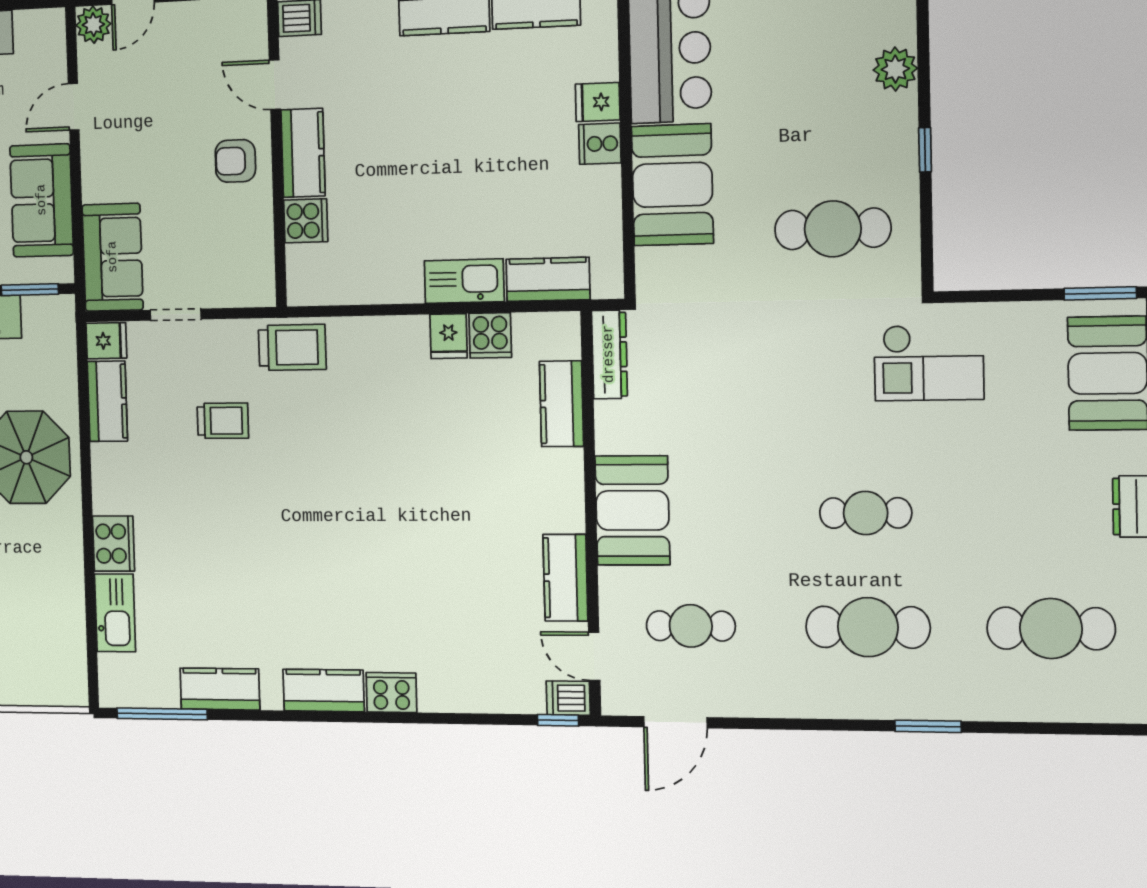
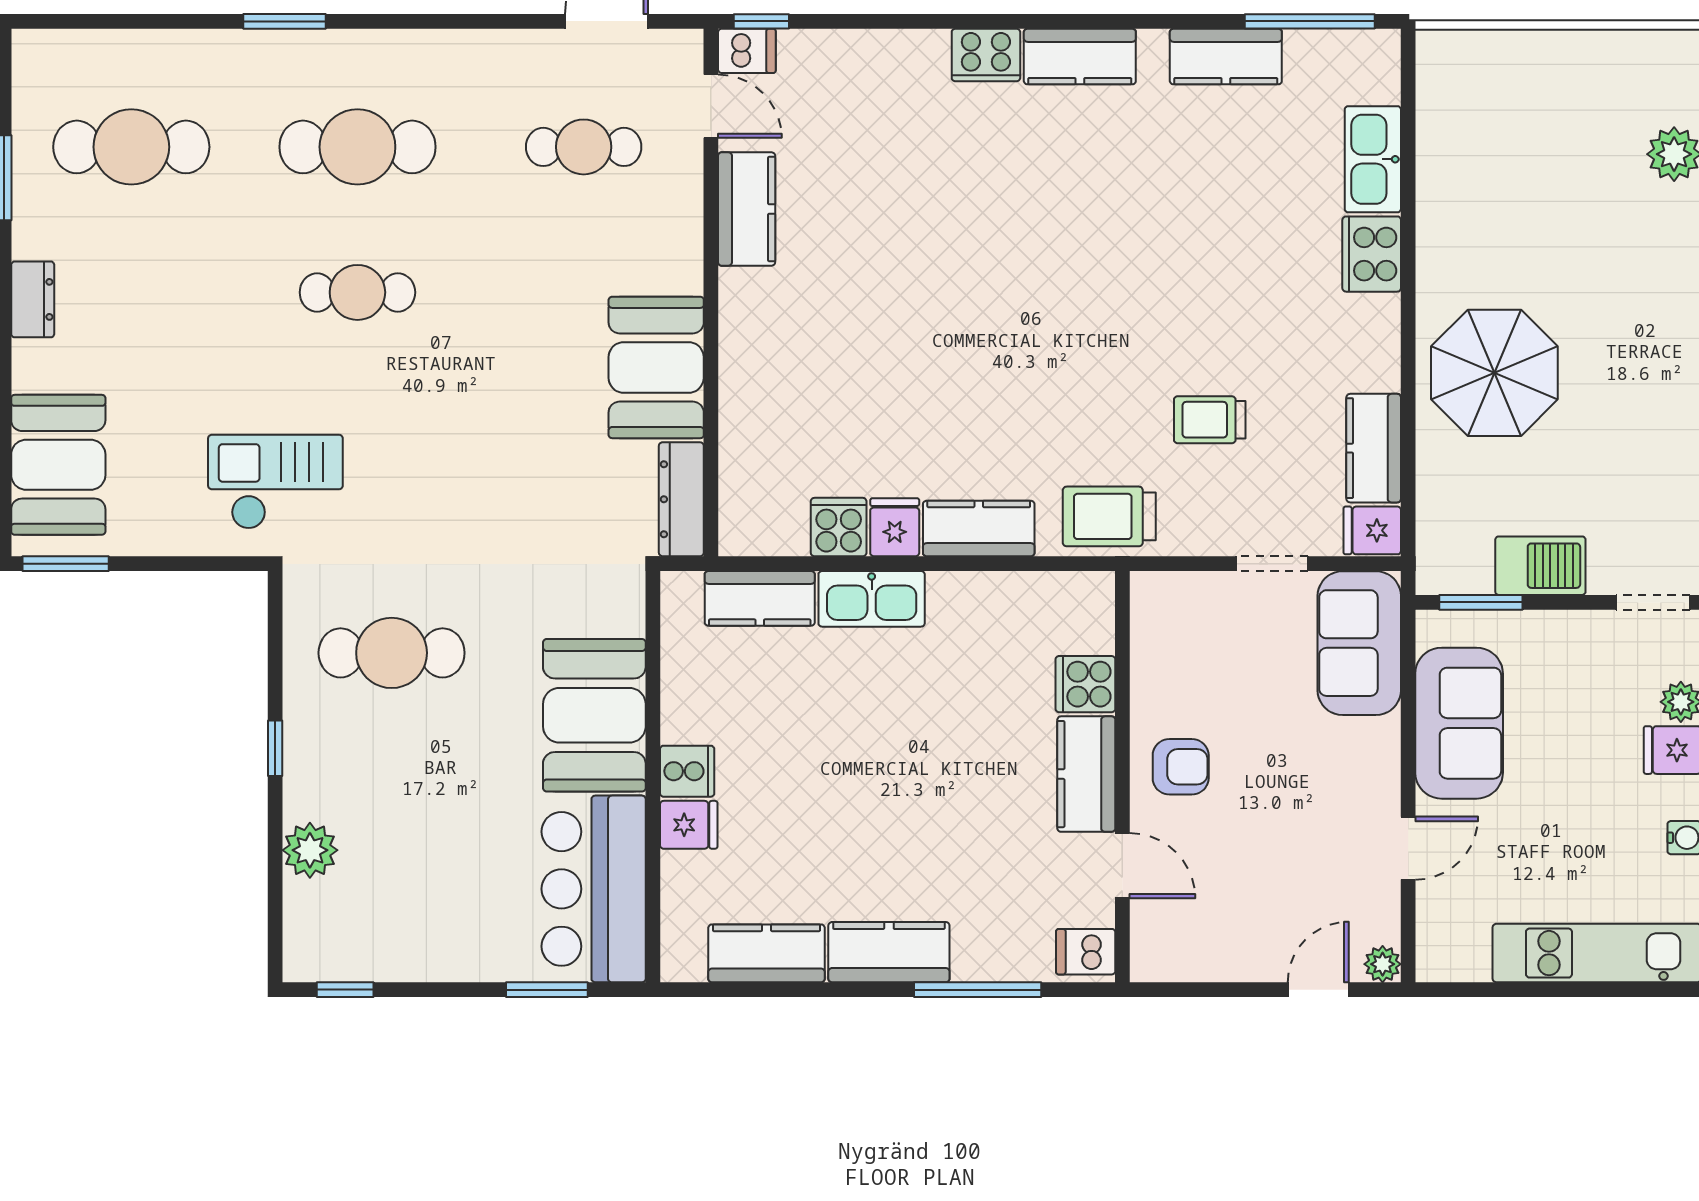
plant: (93, 25) -> (1383, 964), width x0.73, depth x0.73
kitchen counter: (562, 404) -> (979, 528), moved, turned -90
booth: (632, 510) -> (656, 367), moved

